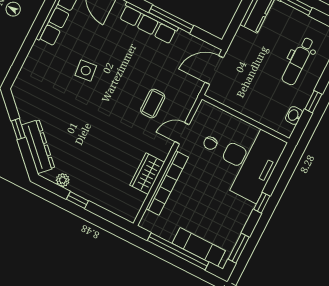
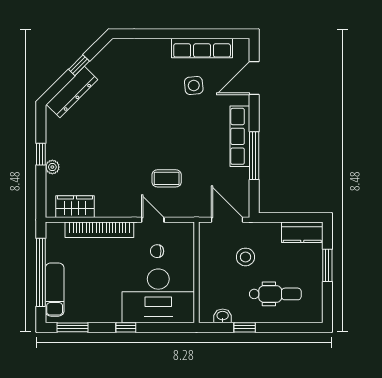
dental chair: (298, 61) -> (275, 294), turned 180
stool: (254, 70) -> (245, 257), added
side table: (86, 71) -> (194, 85), moved
wardrobe: (147, 174) -> (75, 207), moved
plant: (63, 180) -> (52, 167), moved

